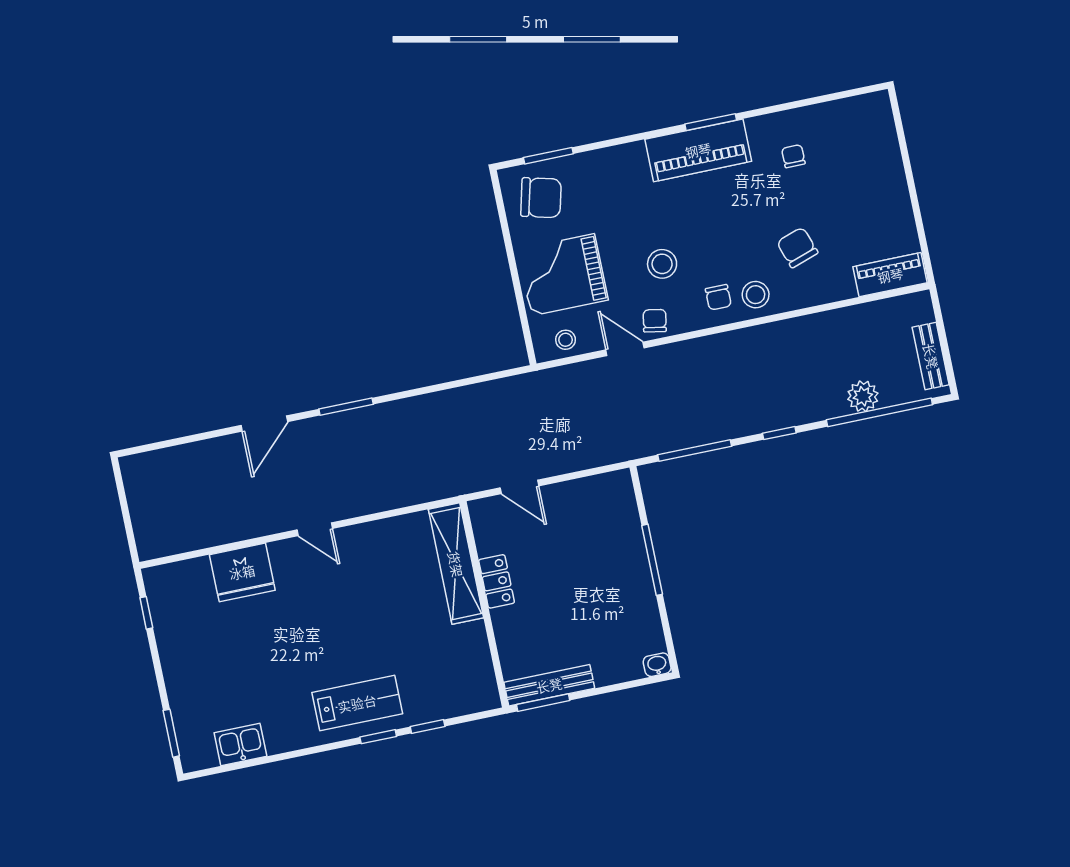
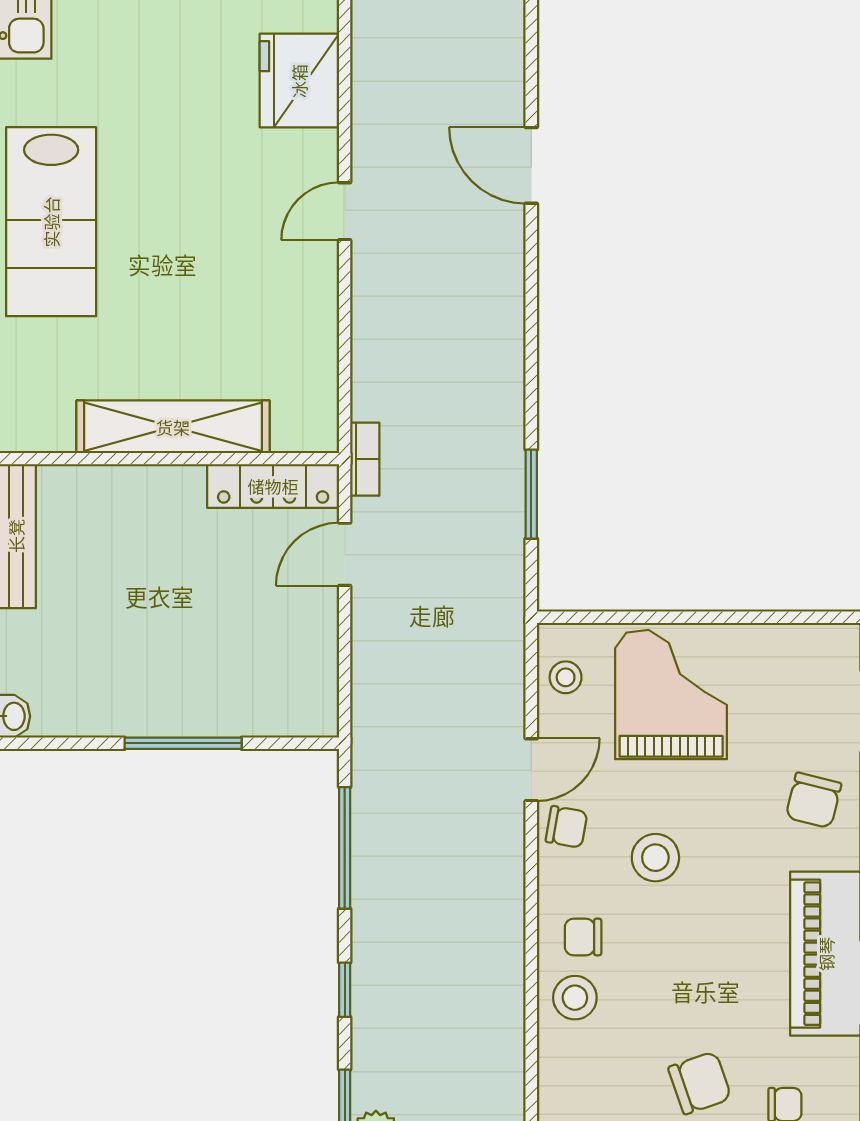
chair: (541, 198) -> (813, 800), moved, width x0.73, depth x0.73
chair: (797, 247) -> (700, 1083), moved
window: (346, 407) -> (531, 494), moved
bookcase: (460, 487) -> (365, 459), added
shelving: (456, 564) -> (173, 427), moved
locker: (497, 581) -> (273, 486), moved, width x1.53
lab bench: (357, 703) -> (51, 222), width x1.36, depth x1.39

